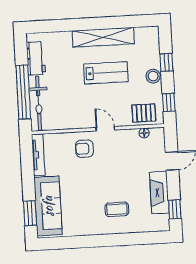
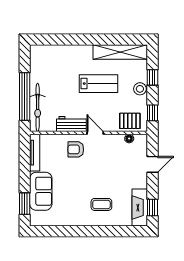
shelving: (103, 37) -> (120, 52), moved
workbench: (36, 58) -> (71, 124), moved, turned -90
fireplace: (159, 193) -> (140, 208), moved
sofa: (48, 206) -> (41, 191), width x0.73

